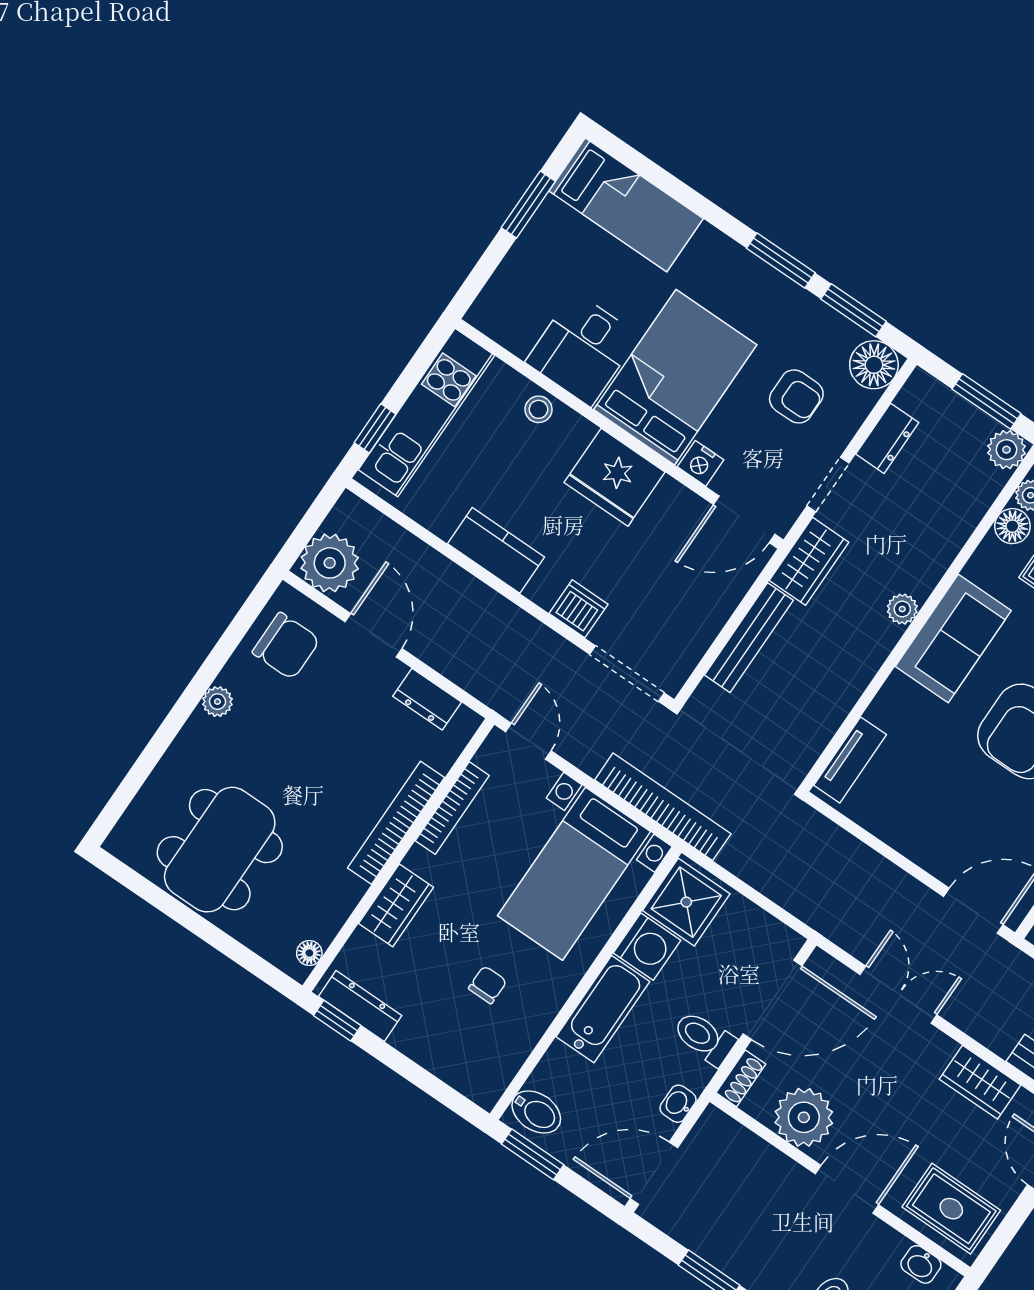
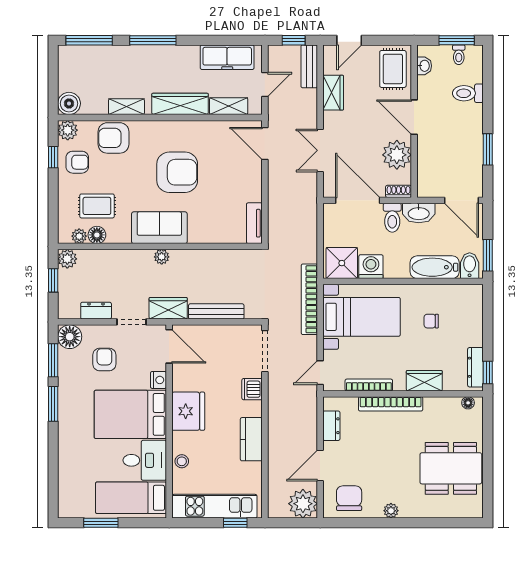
bed: (626, 205) -> (131, 498), moved, turned -90
window: (986, 401) -> (53, 280), width x0.67
tv unit: (850, 760) -> (254, 223), moved, turned -90
bathtub: (603, 1009) -> (435, 267), moved
washbasin: (678, 1104) -> (419, 213), width x1.91, depth x1.45

